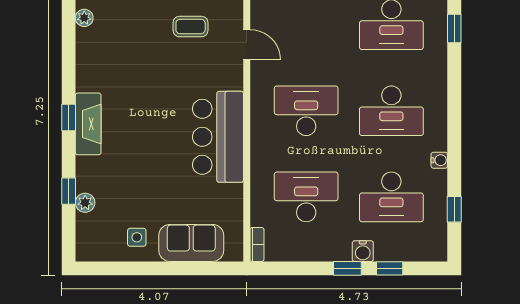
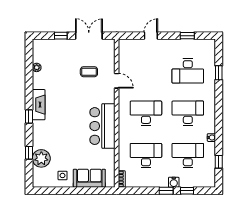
desk: (391, 111) -> (188, 113), turned 180
fireplace: (88, 124) -> (39, 105), moved
desk: (391, 197) -> (188, 156), turned 180
plant: (85, 203) -> (41, 158), width x1.88, depth x1.88

